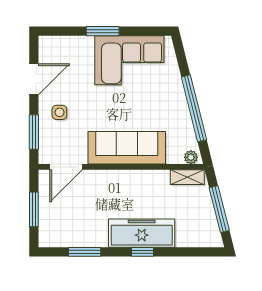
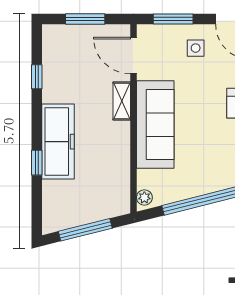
shelving: (187, 177) -> (122, 101), moved
window: (85, 252) -> (37, 77), width x0.67
window: (142, 252) -> (37, 163), moved

